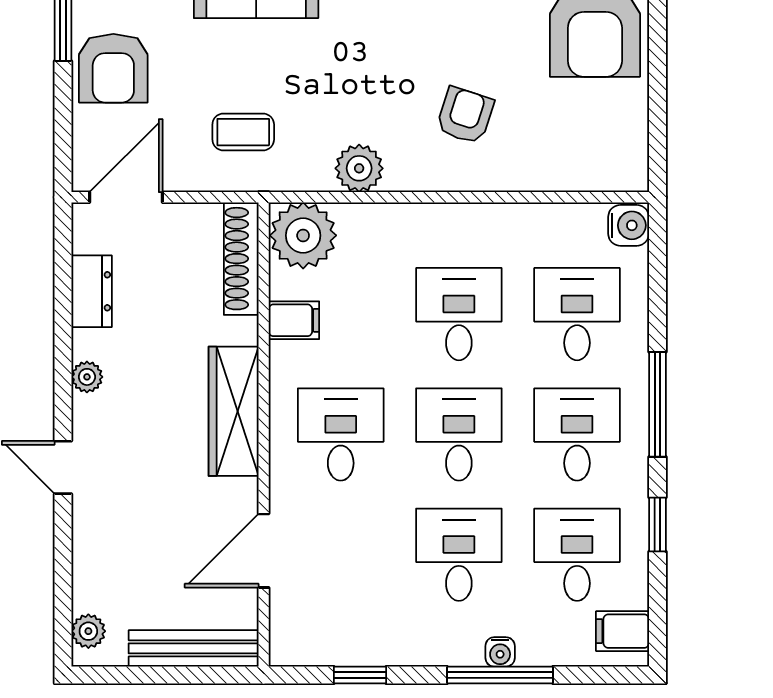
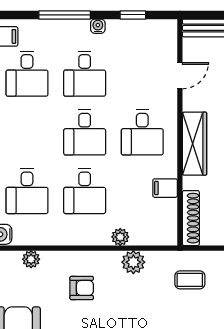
armchair: (465, 115) -> (82, 288), turned -108
plant: (569, 174) -> (31, 259), added
plant: (303, 235) -> (120, 237), moved, width x0.53, depth x0.53
desk: (577, 434) -> (27, 132), removed
door: (264, 551) -> (180, 76), width x0.73
water cooler: (500, 652) -> (98, 26), moved

